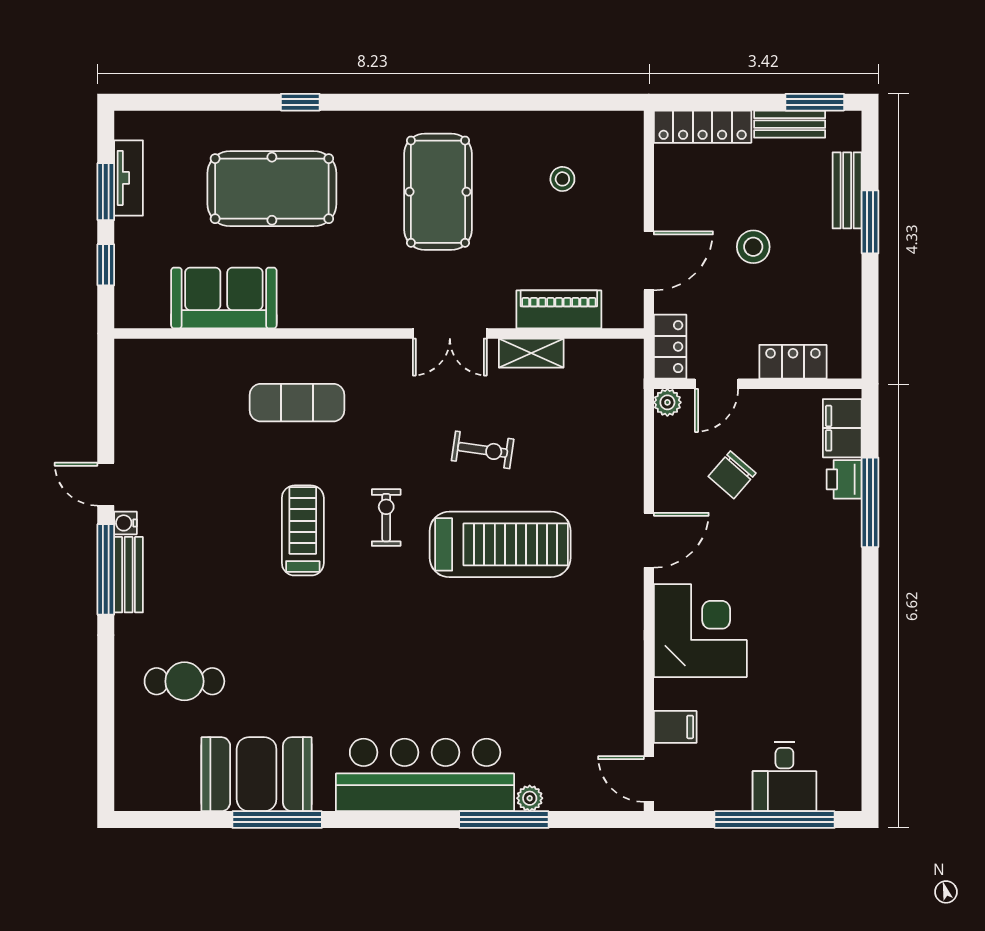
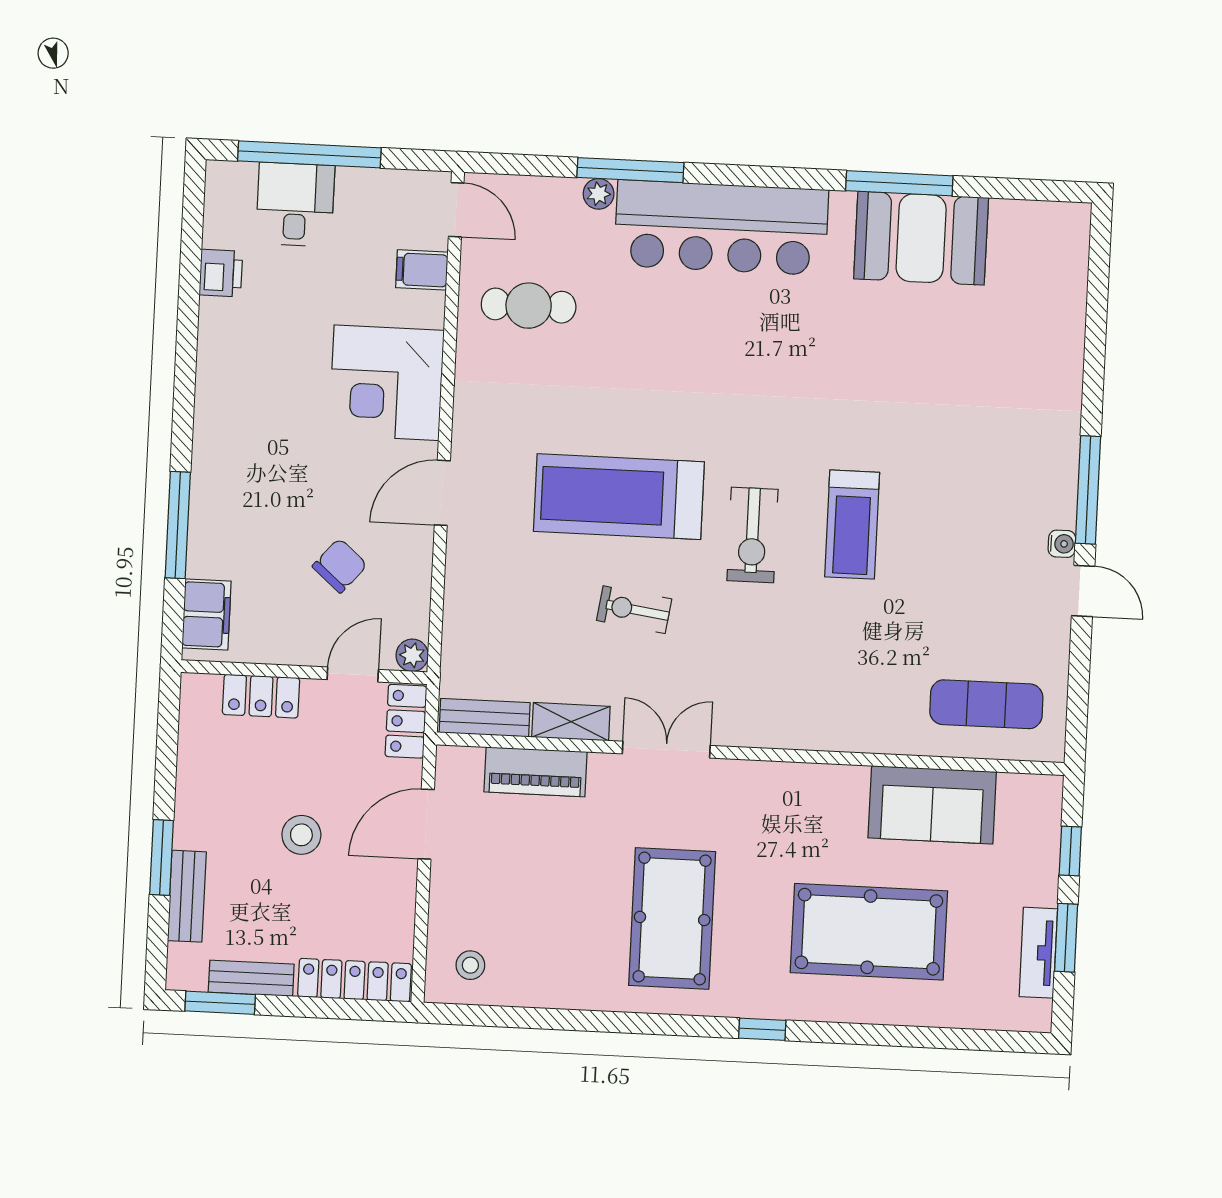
window: (300, 102) -> (762, 1029), moved
stool: (562, 179) -> (470, 965), moved
exercise mat: (297, 403) -> (986, 704), moved
printer: (844, 479) -> (221, 273), moved
exercise bike: (386, 518) -> (752, 535), width x1.38, depth x1.39
bench: (129, 575) -> (485, 718), moved, turned 90
cafe table: (184, 681) -> (529, 306), moved

